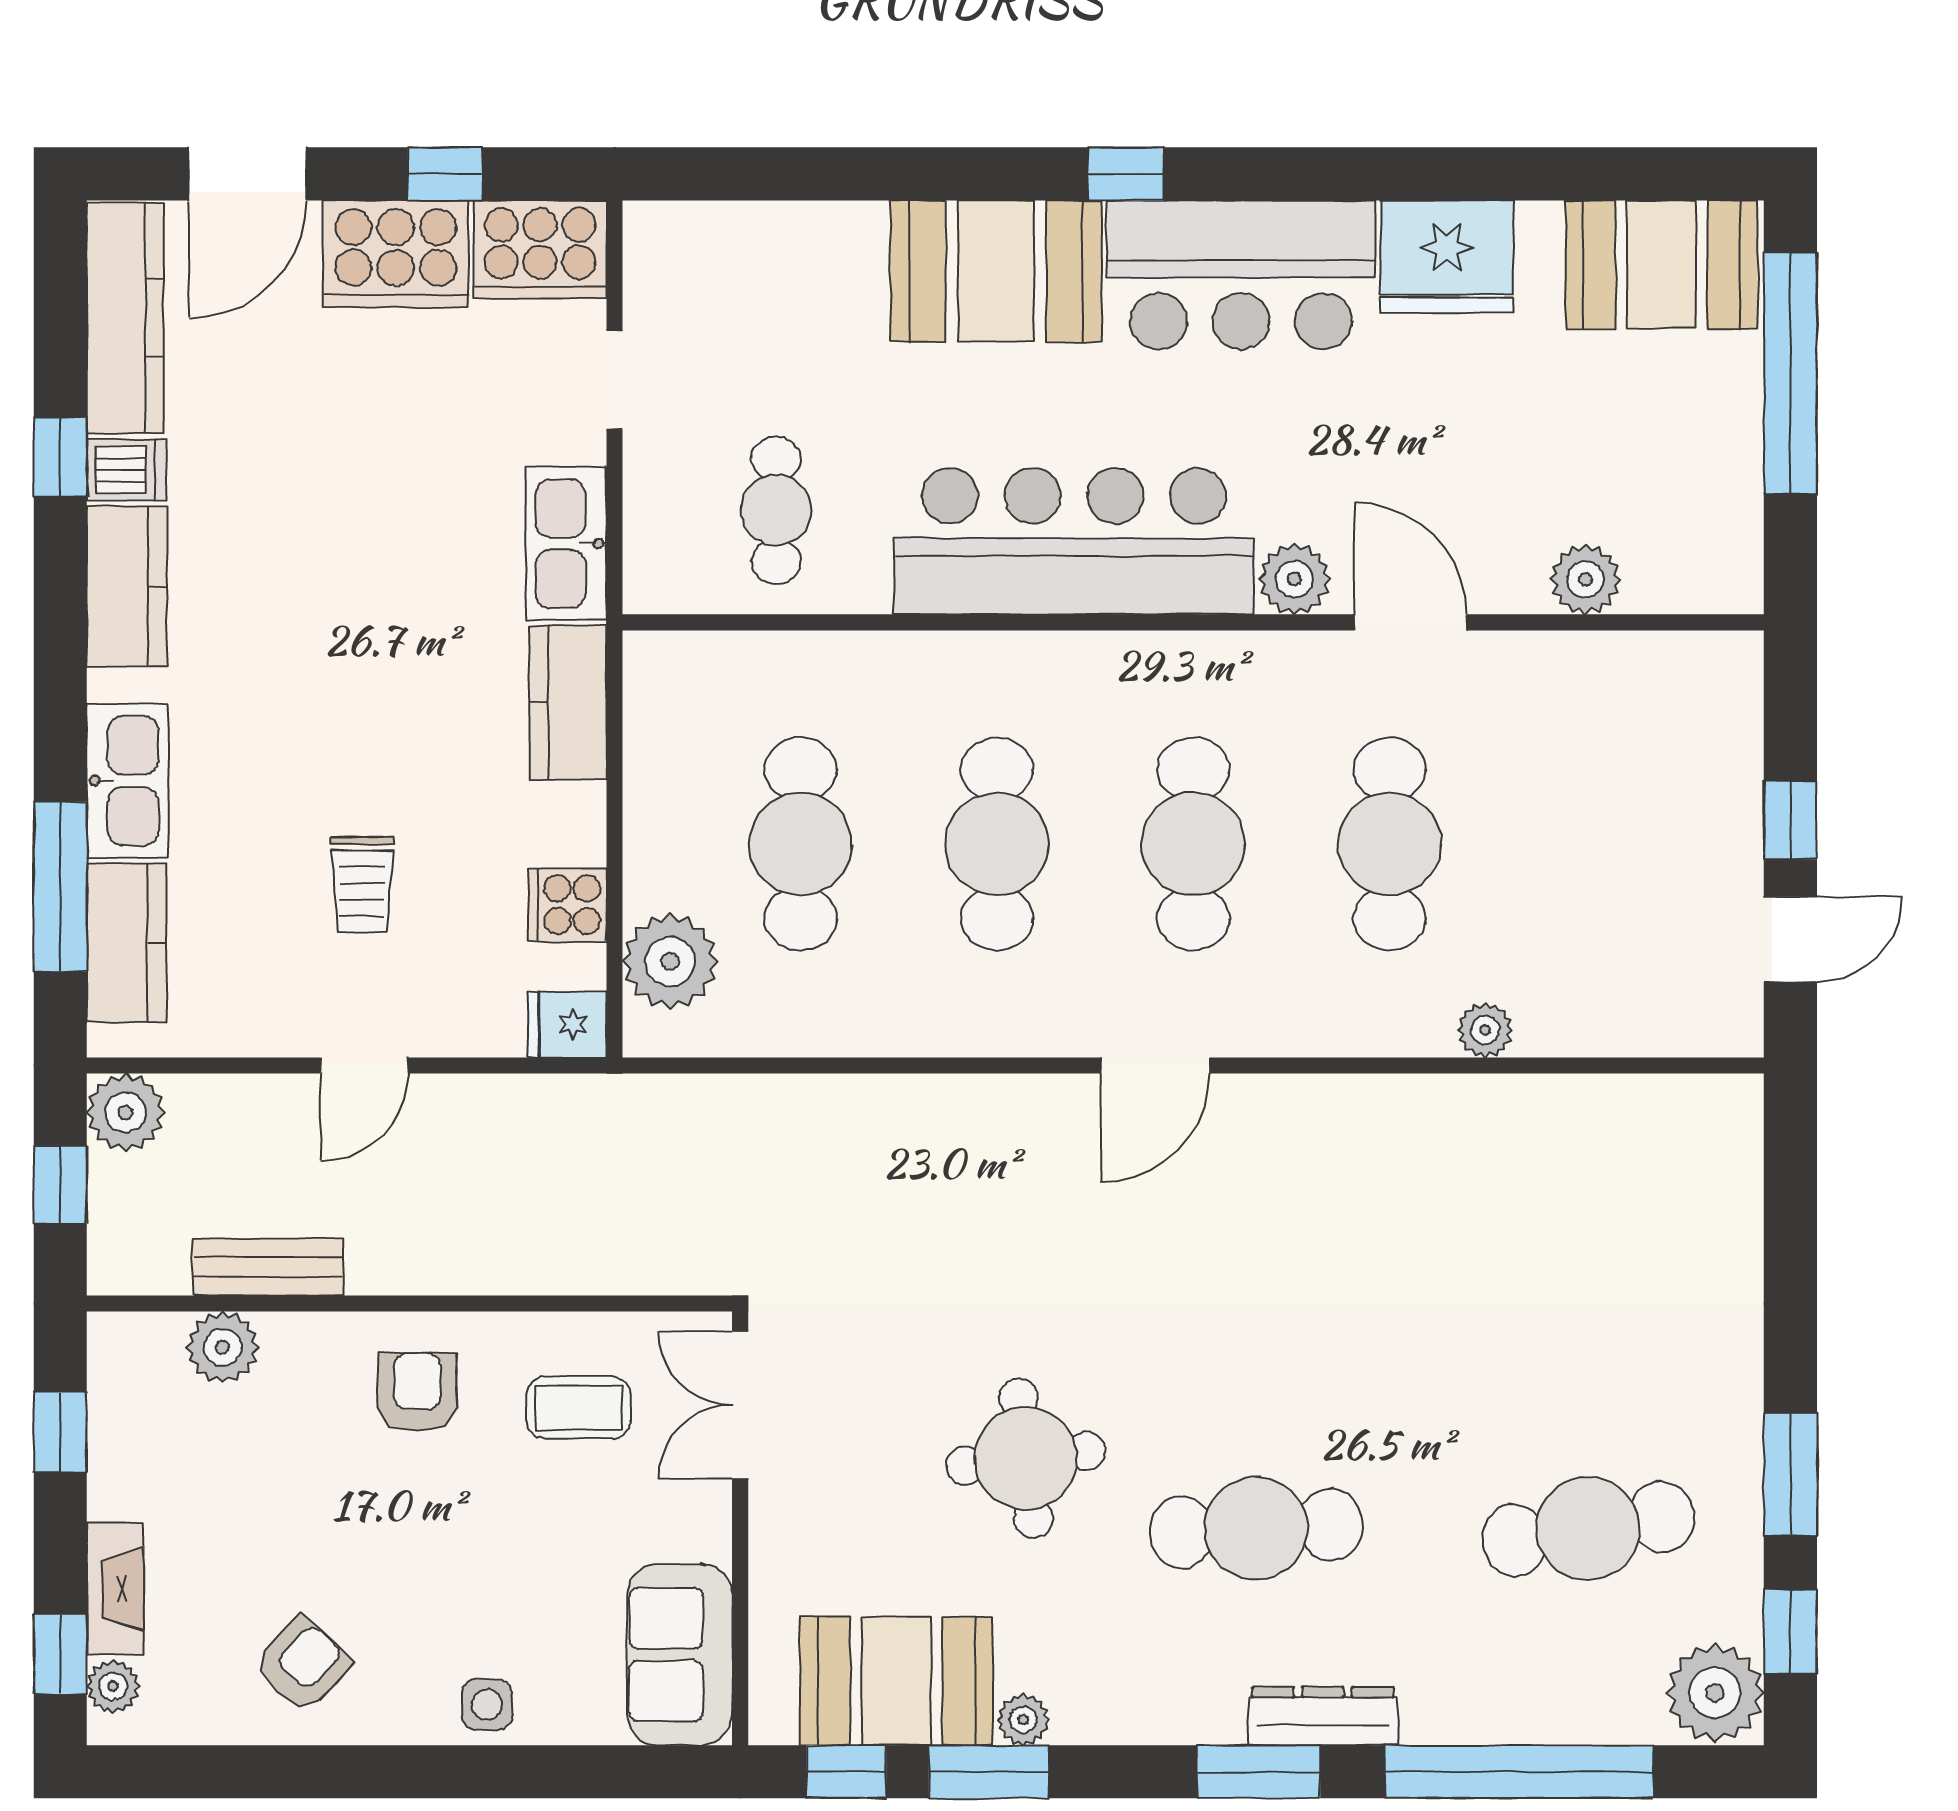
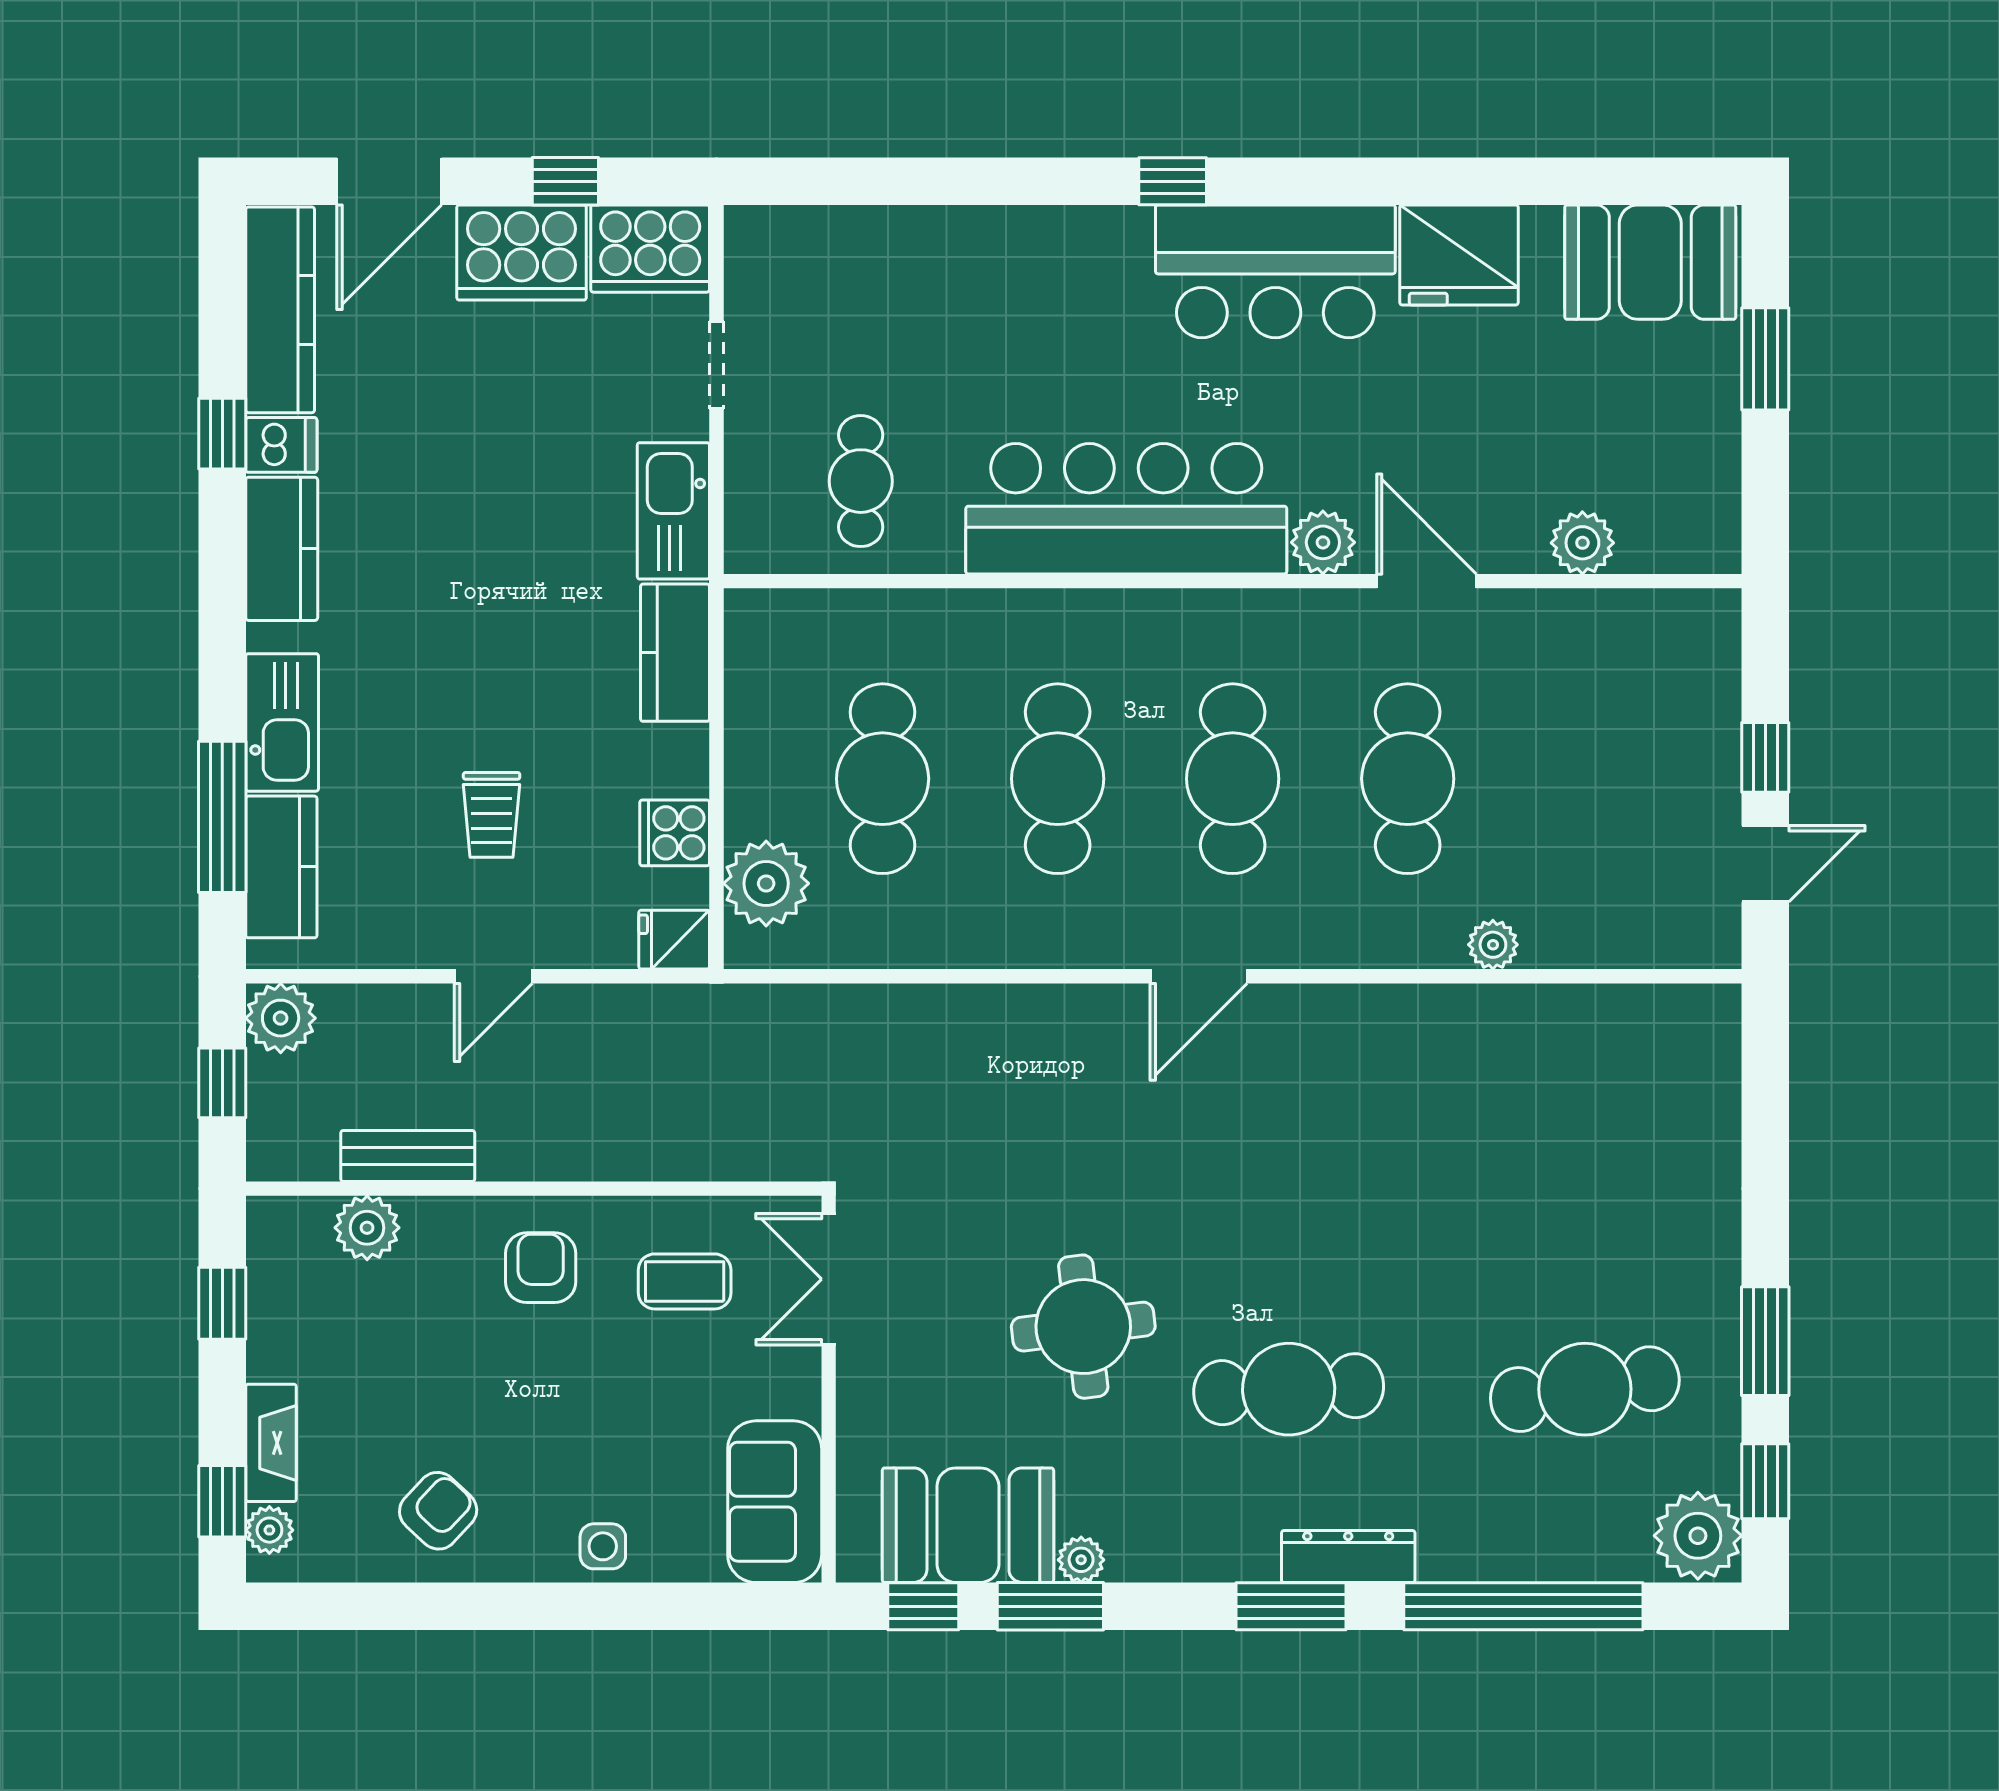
booth: (996, 271) -> (1057, 268), removed
window: (1790, 373) -> (1765, 359), width x0.47

